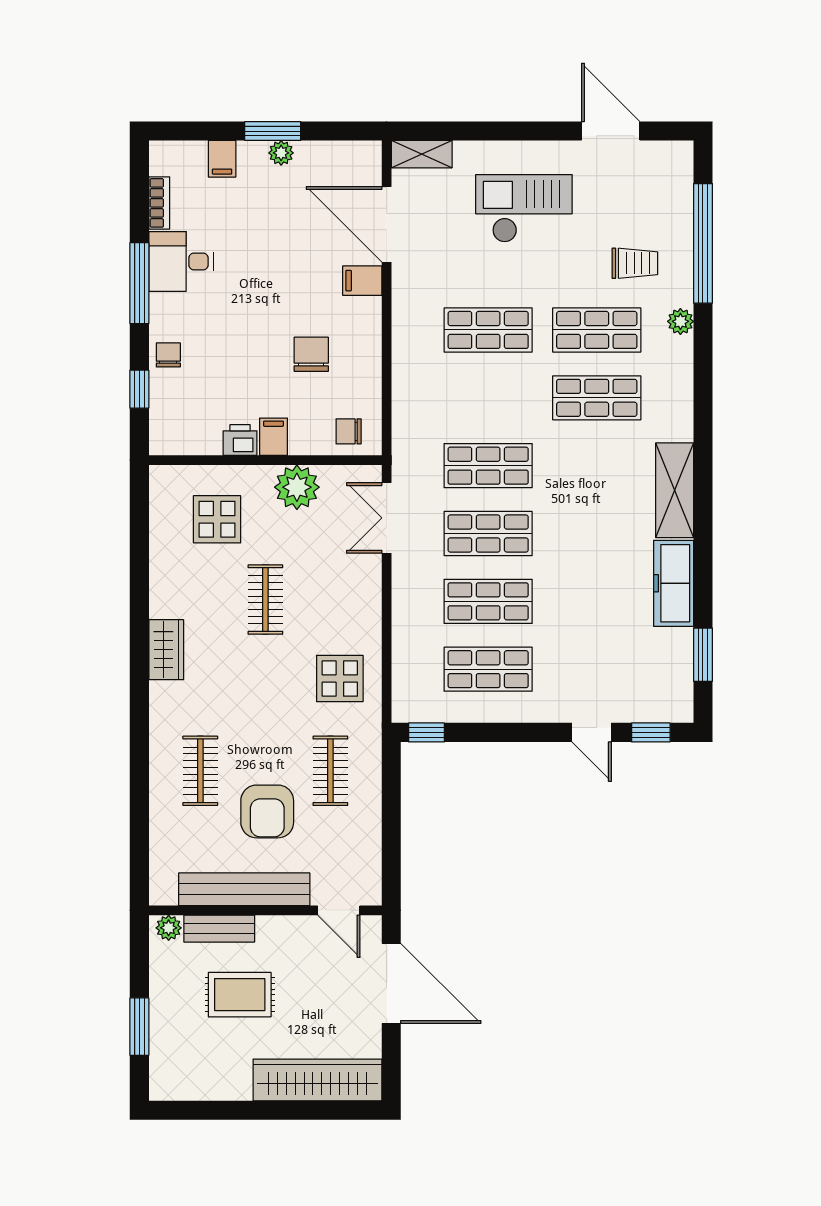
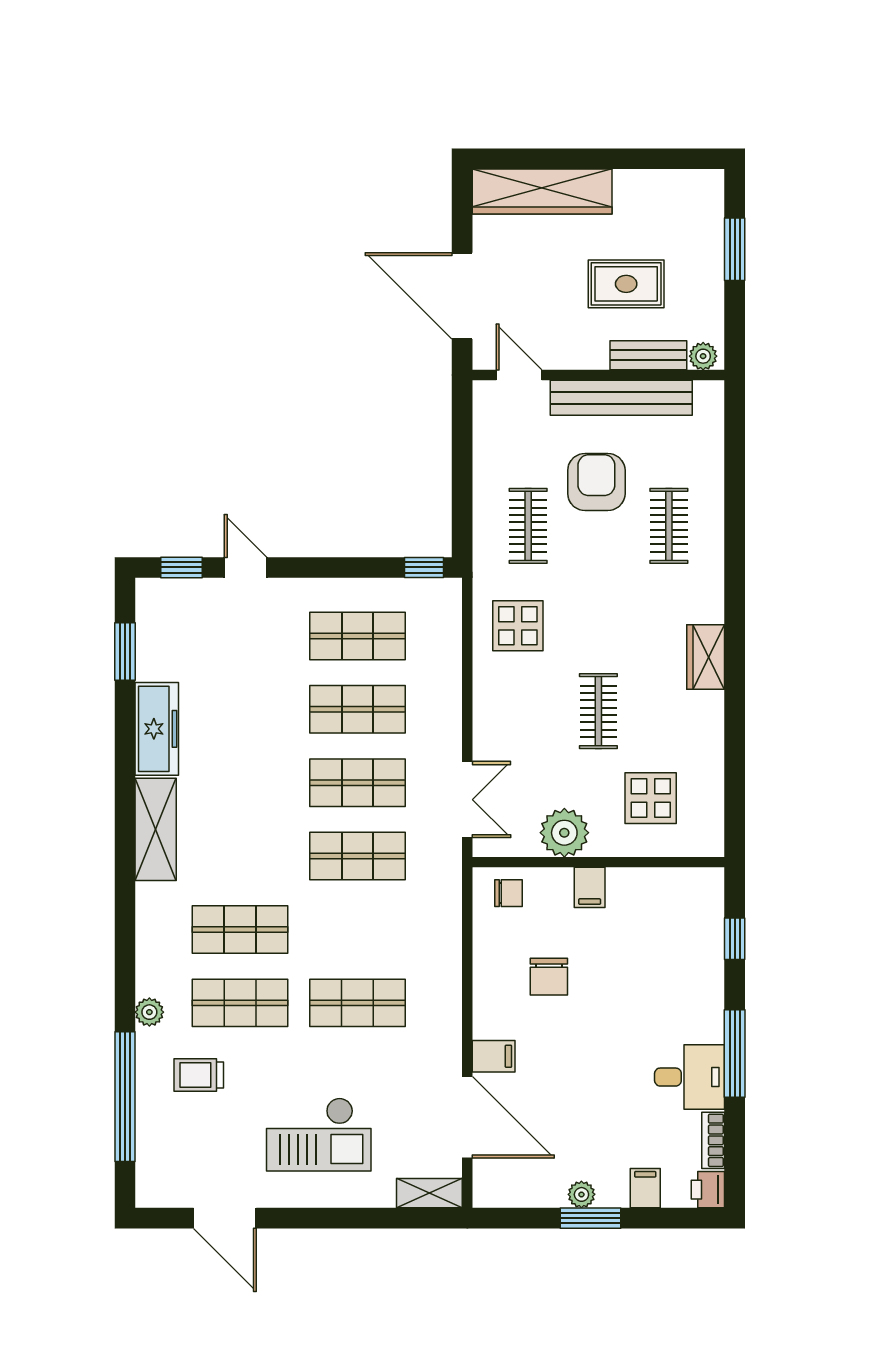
chair: (168, 355) -> (703, 976), removed
printer: (240, 440) -> (708, 1190), moved, turned 90

